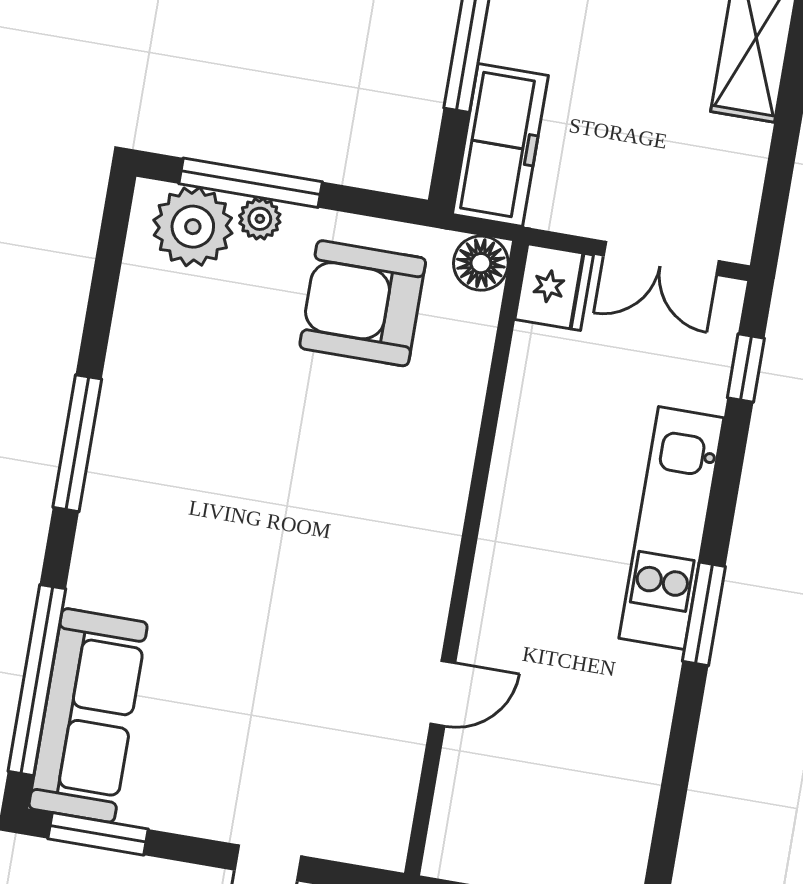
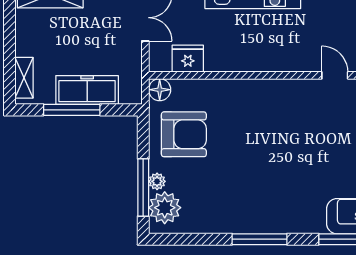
freezer: (500, 145) -> (87, 90), moved
fridge: (554, 287) -> (188, 59), moved
armchair: (363, 303) -> (184, 134), turned -90

